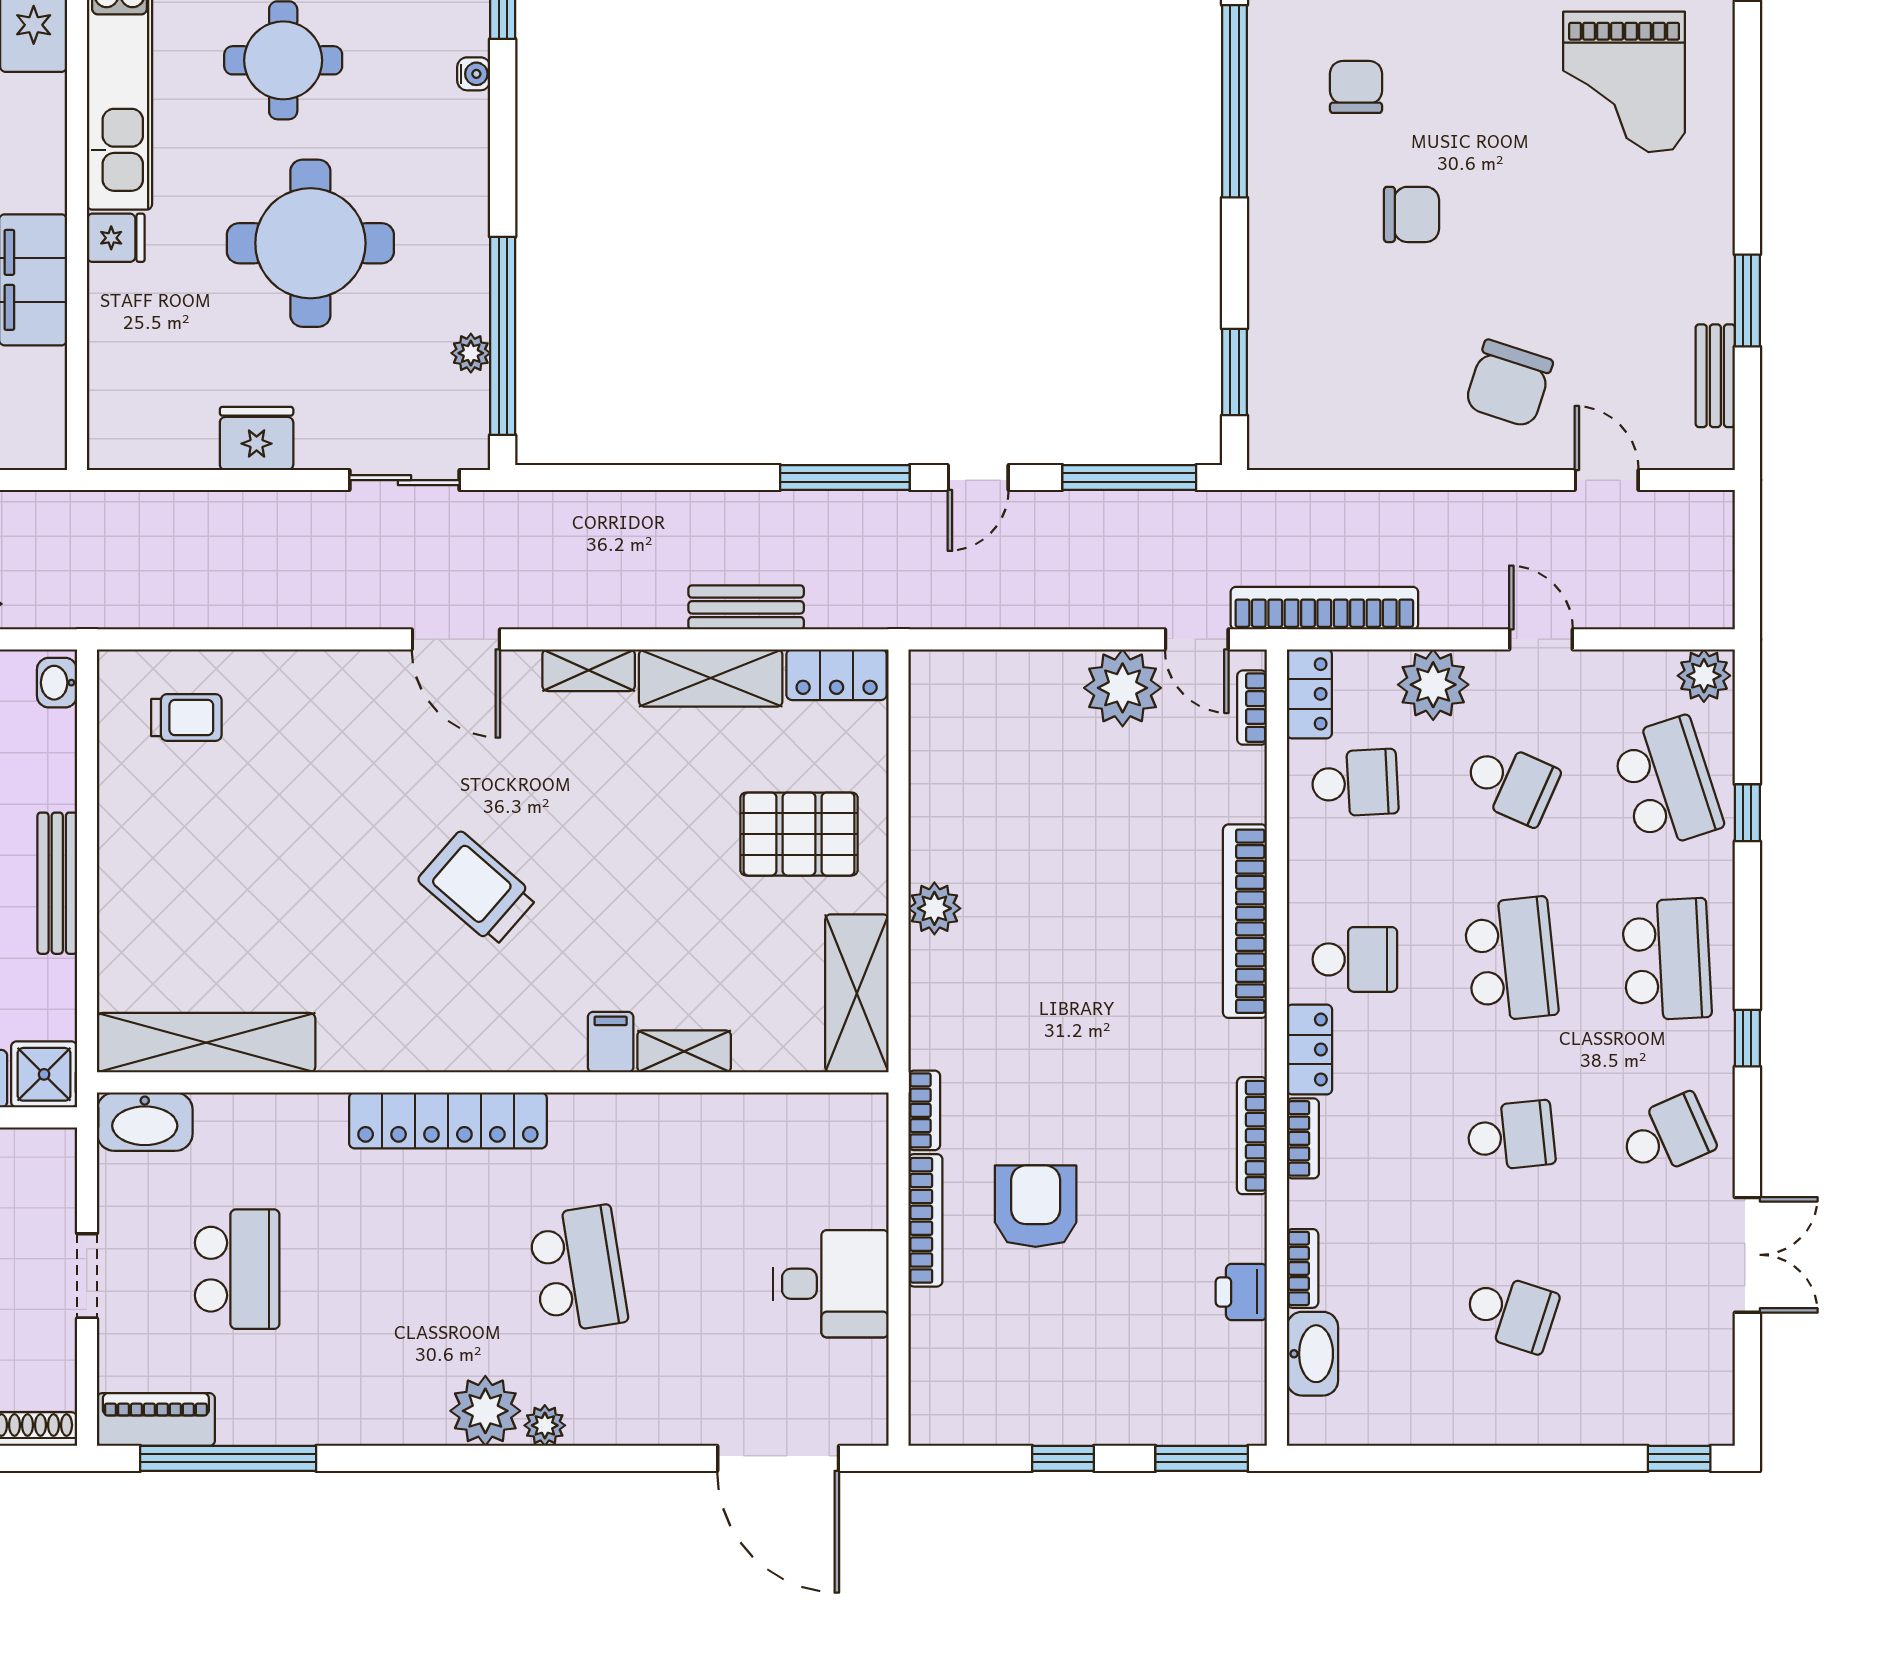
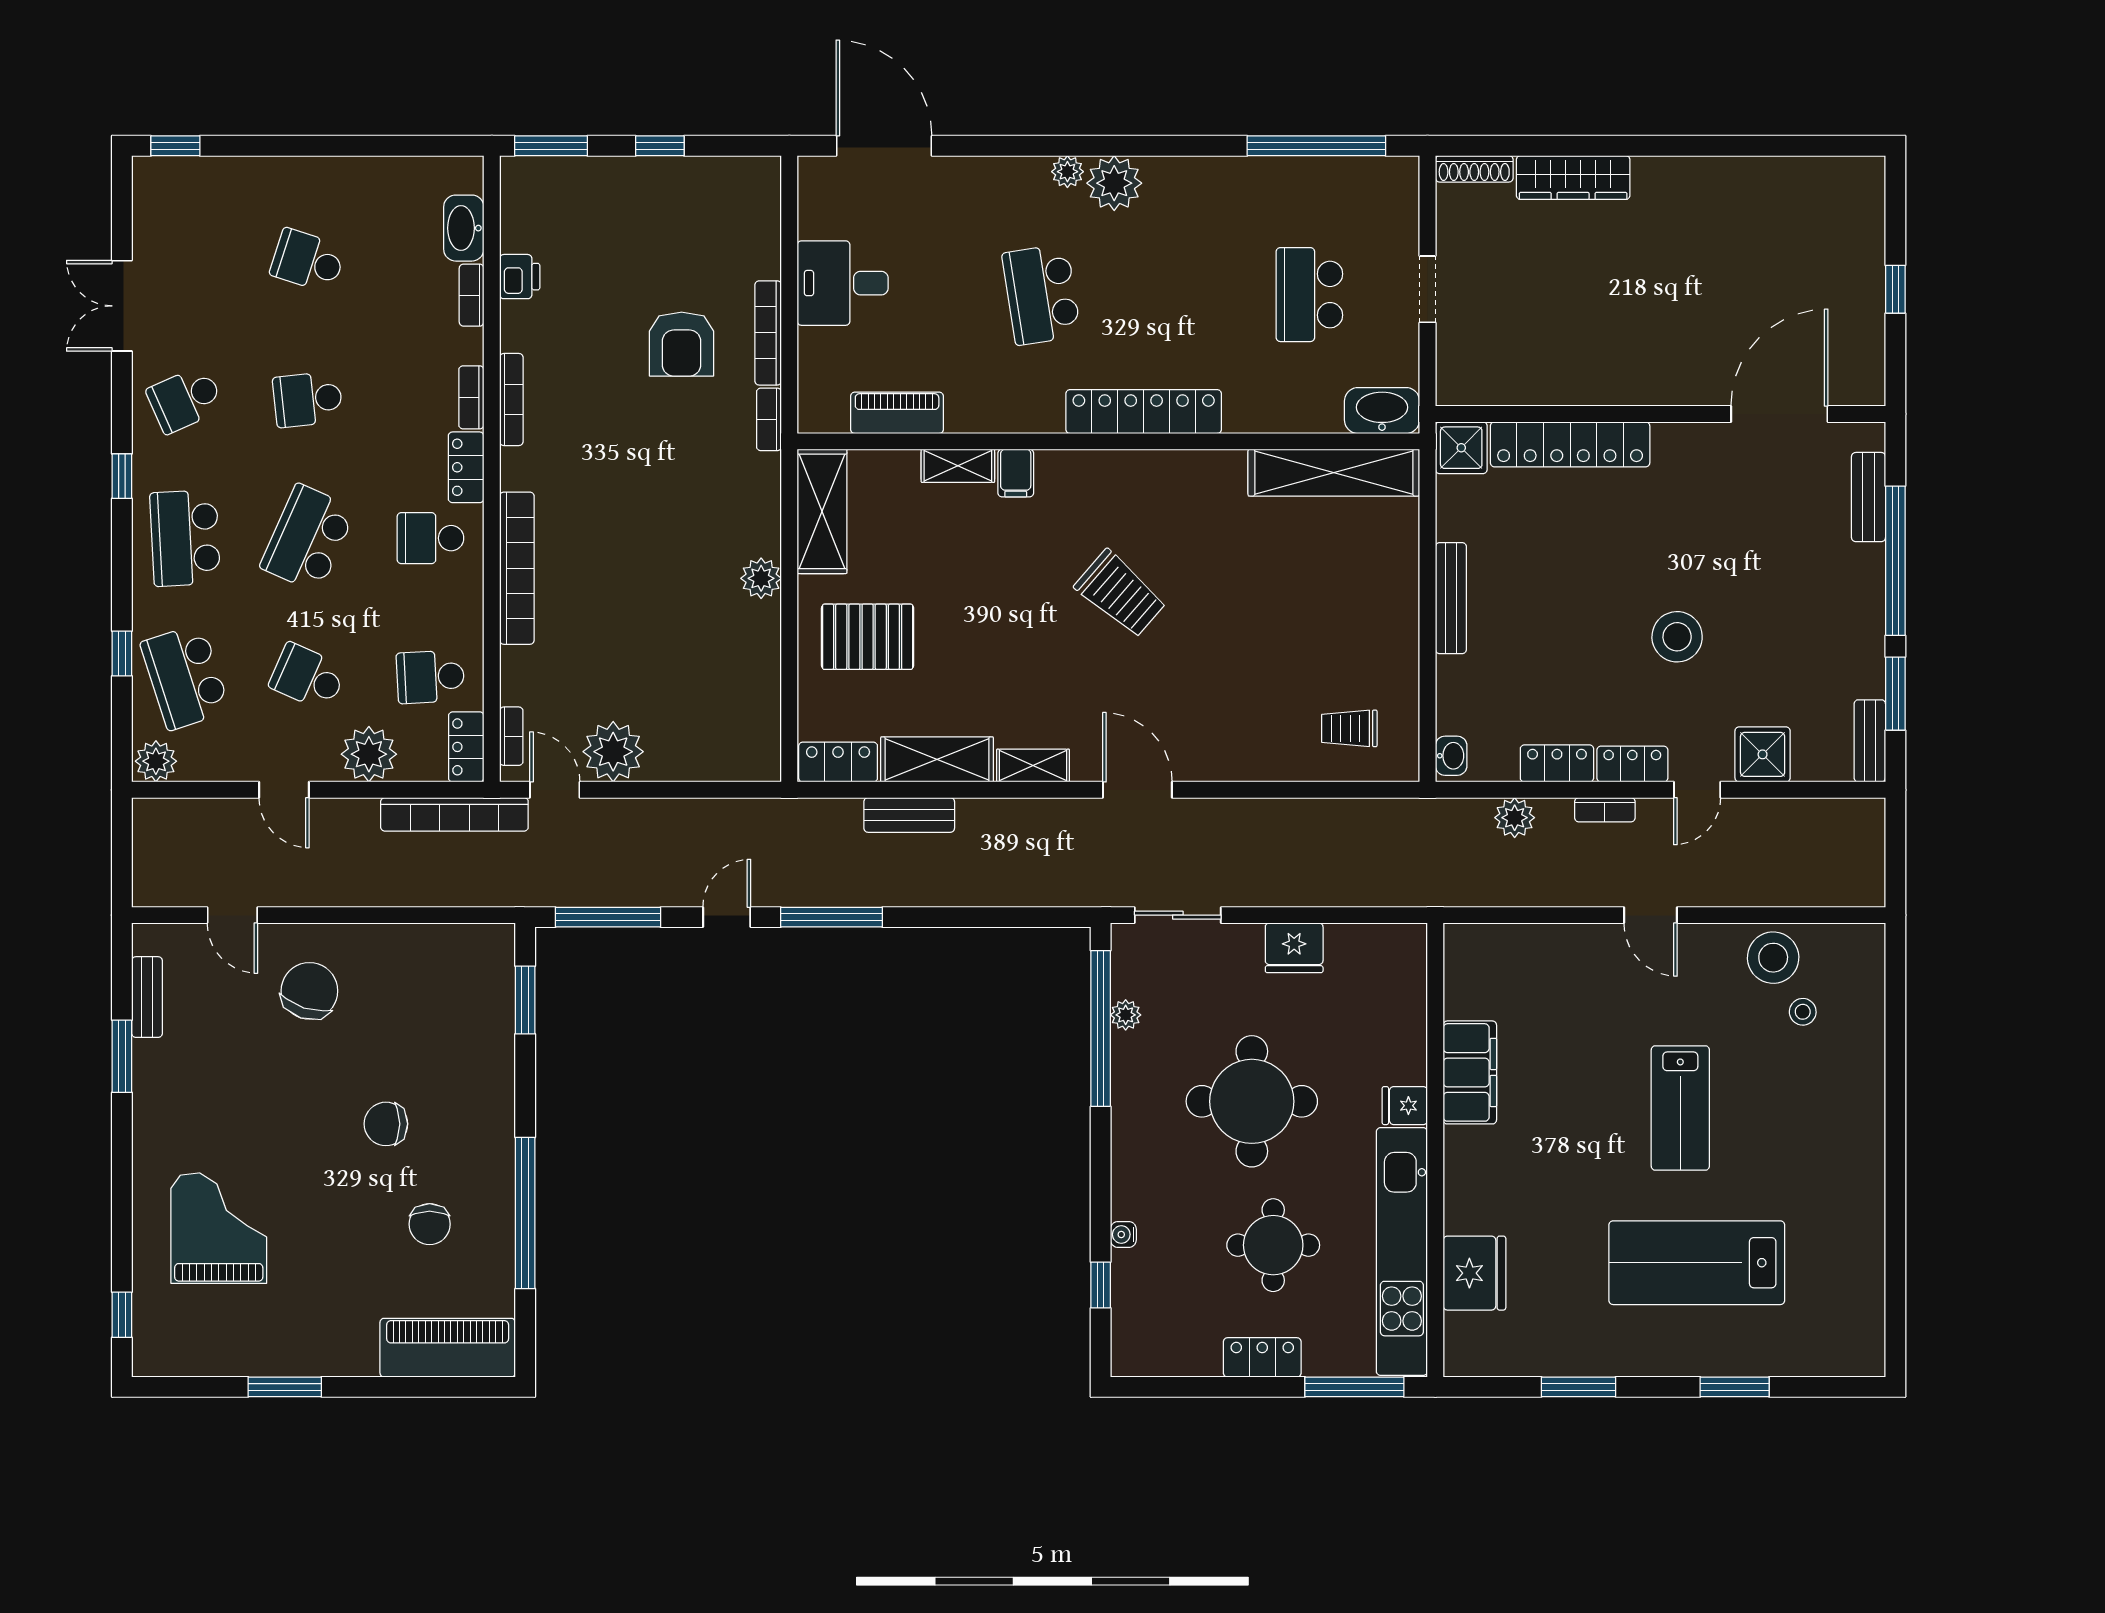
school desk: (1511, 959) -> (308, 538), turned 30
piano: (156, 1420) -> (897, 413), moved, turned 180

